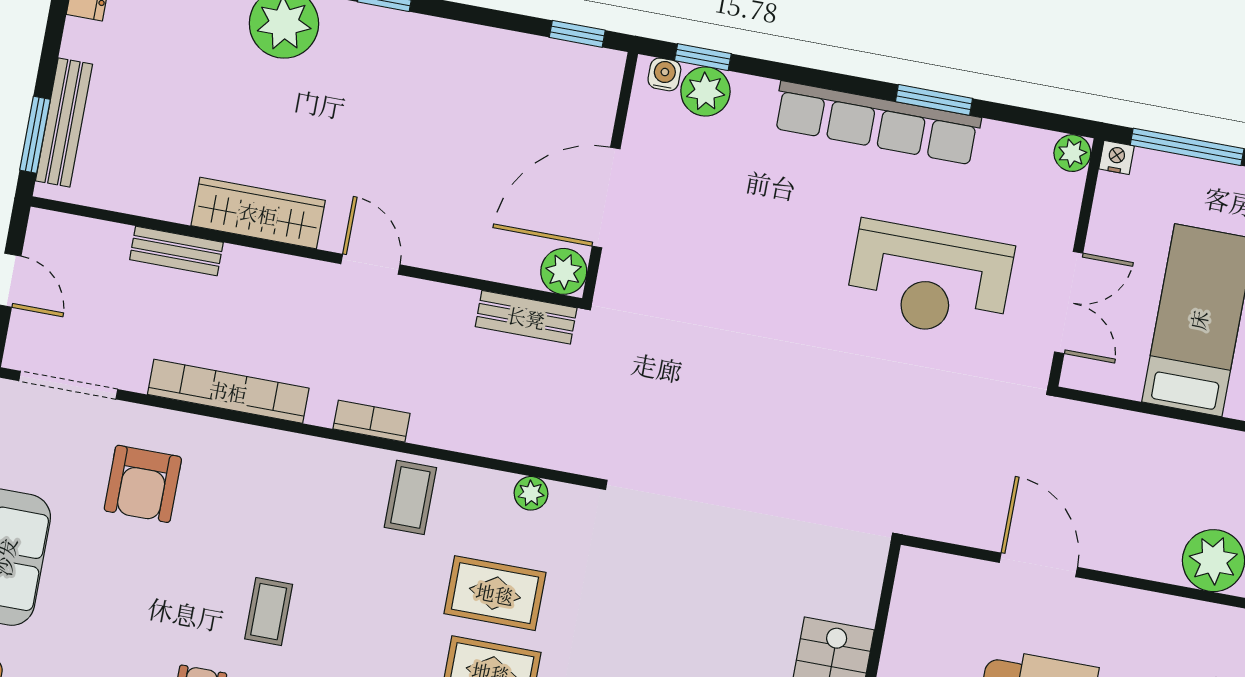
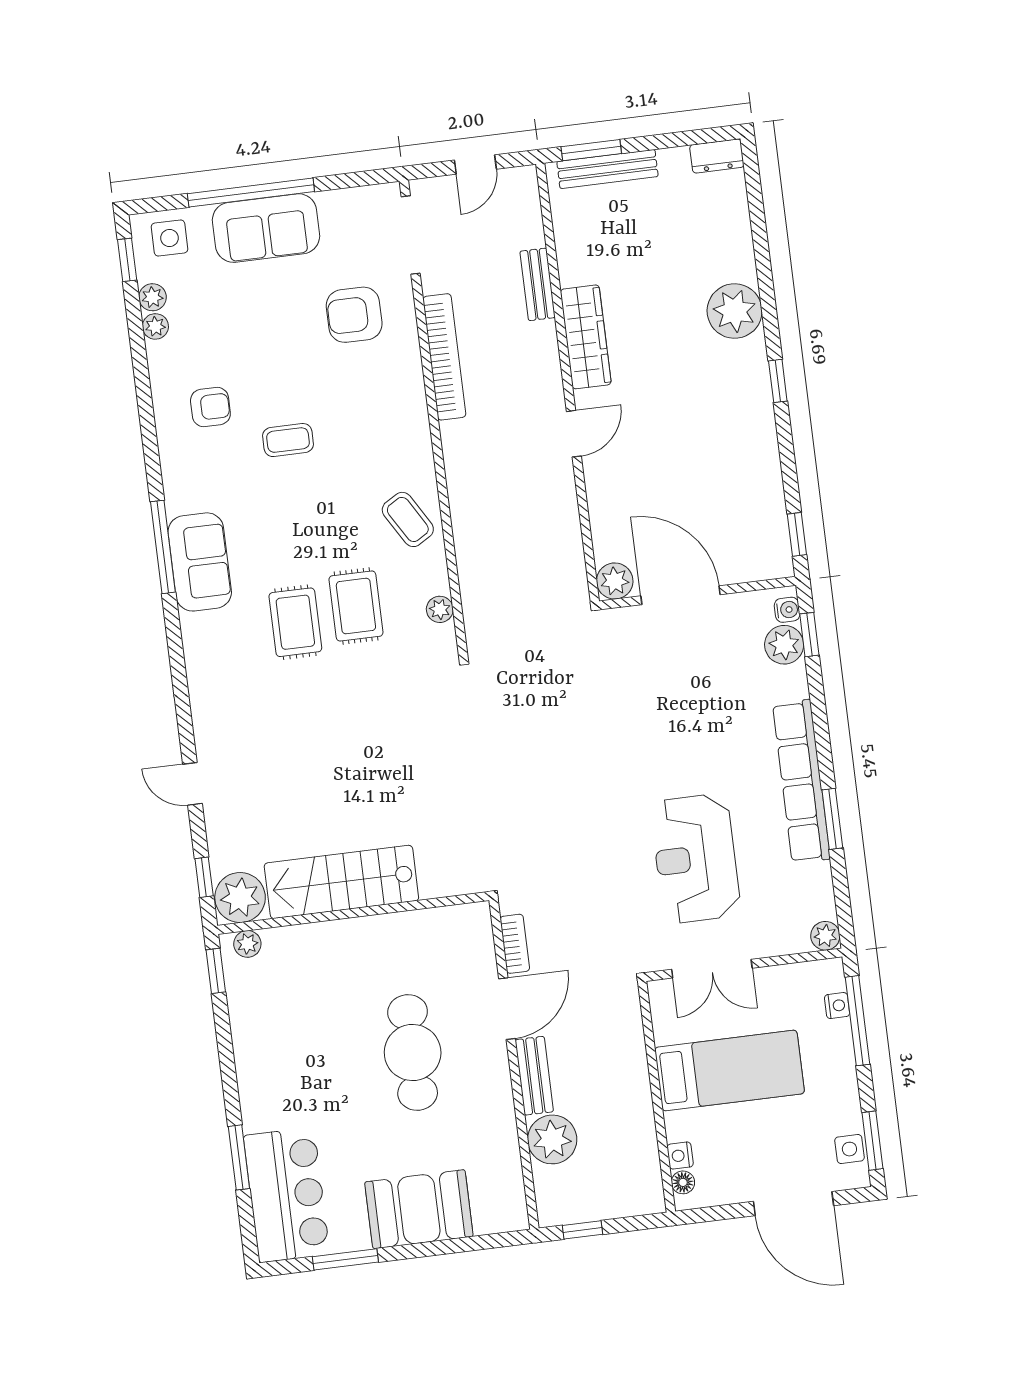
nightstand: (1116, 157) -> (837, 1006), moved
bench: (526, 317) -> (534, 1076), moved
bookcase: (372, 421) -> (515, 944), moved
coffee table: (410, 497) -> (408, 519), turned 59

